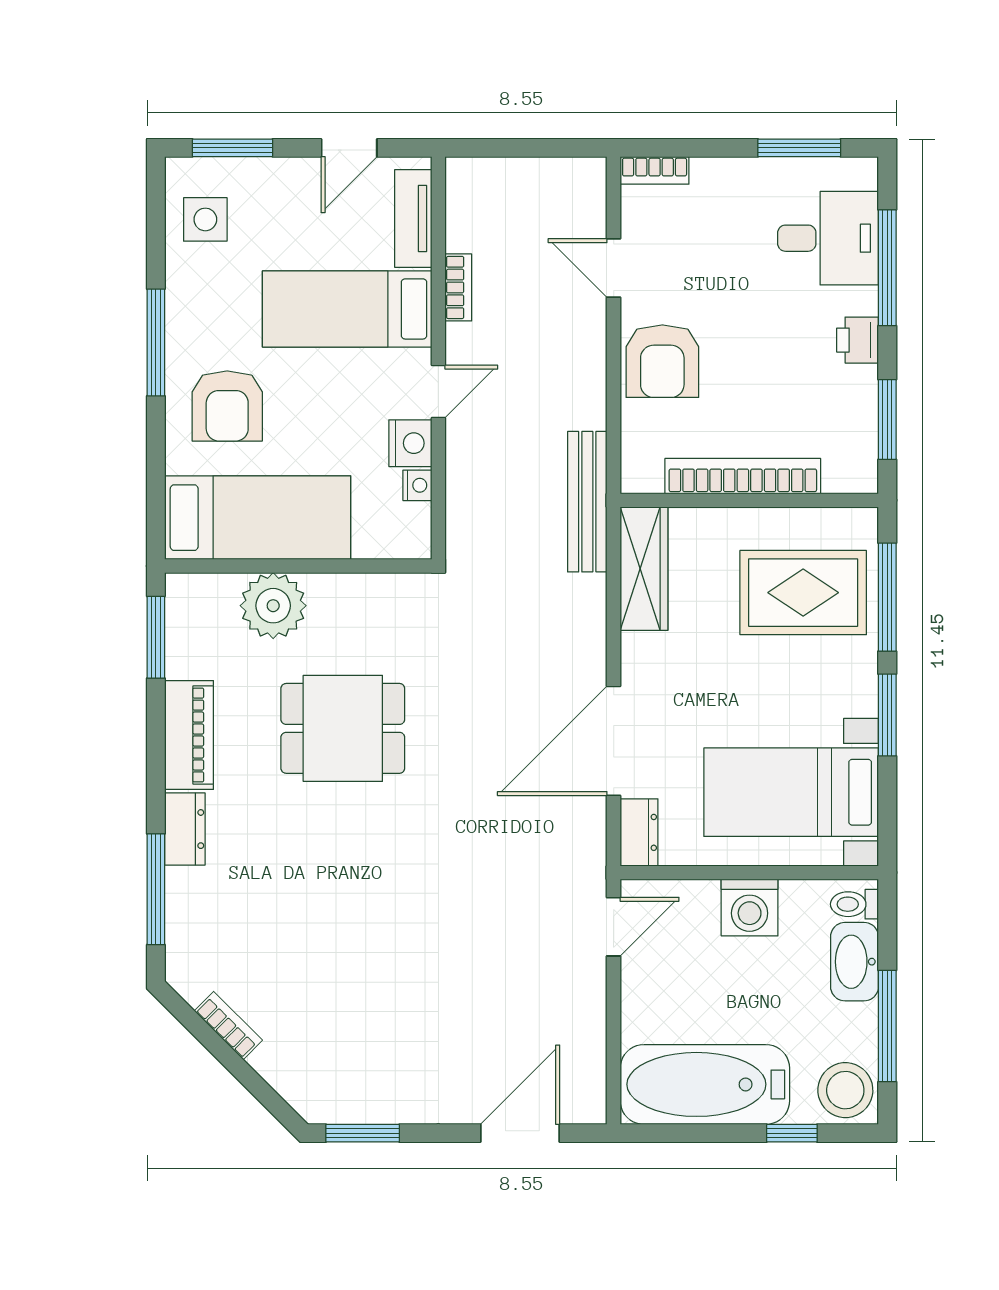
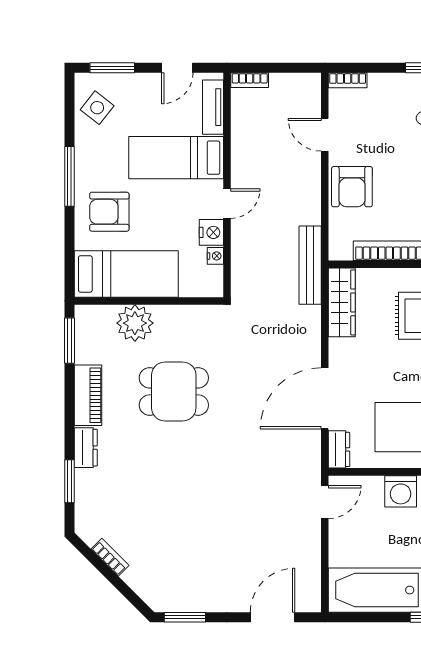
side table: (205, 219) -> (97, 108), turned 38
bookcase: (458, 287) -> (250, 80), moved, turned 90
armchair: (227, 406) -> (109, 212), turned 90
window: (156, 889) -> (70, 481), width x0.69

